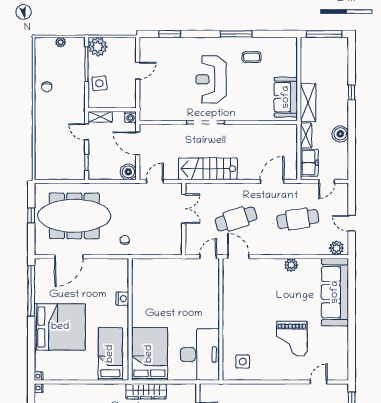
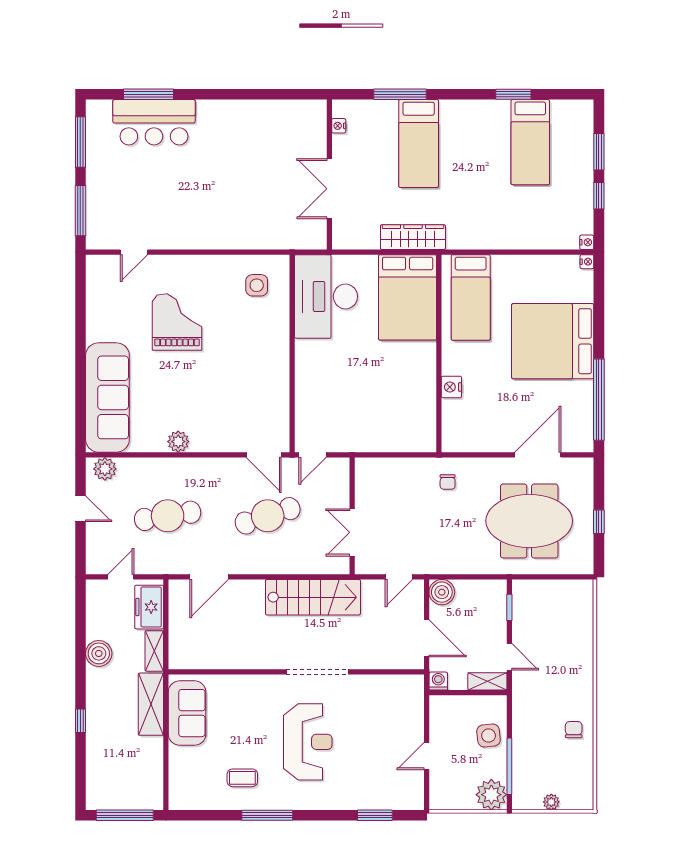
meeting table: (74, 216) -> (529, 521), width x0.73

